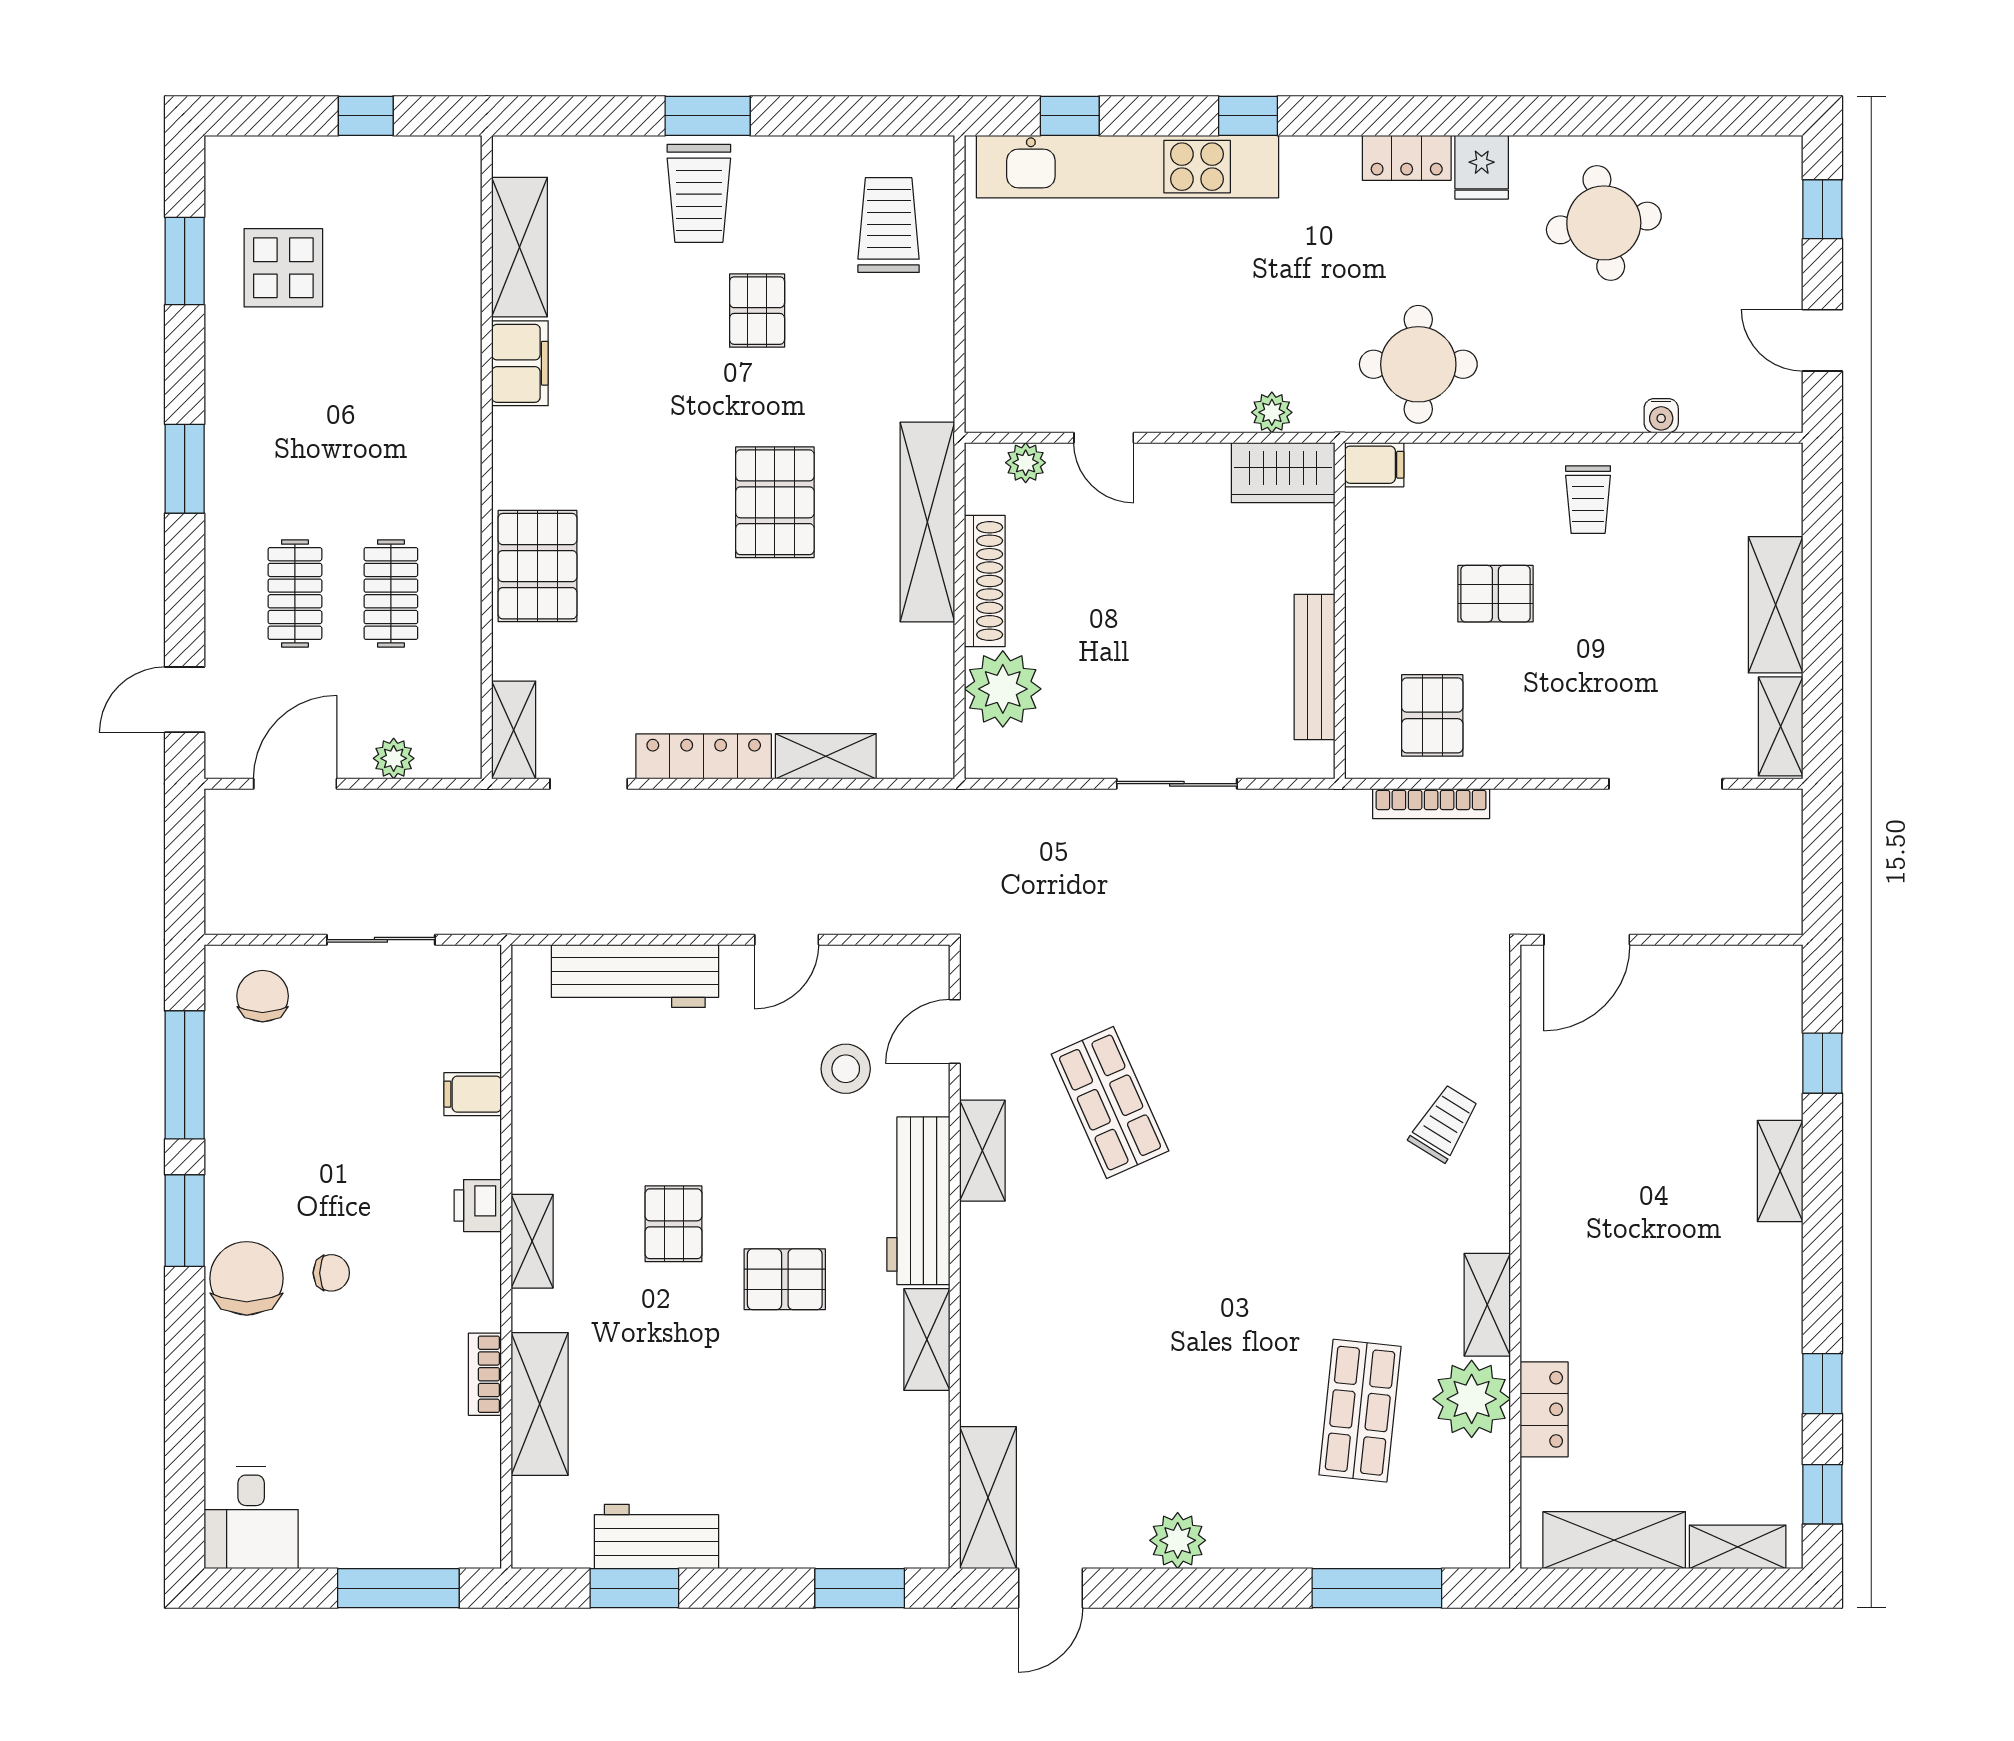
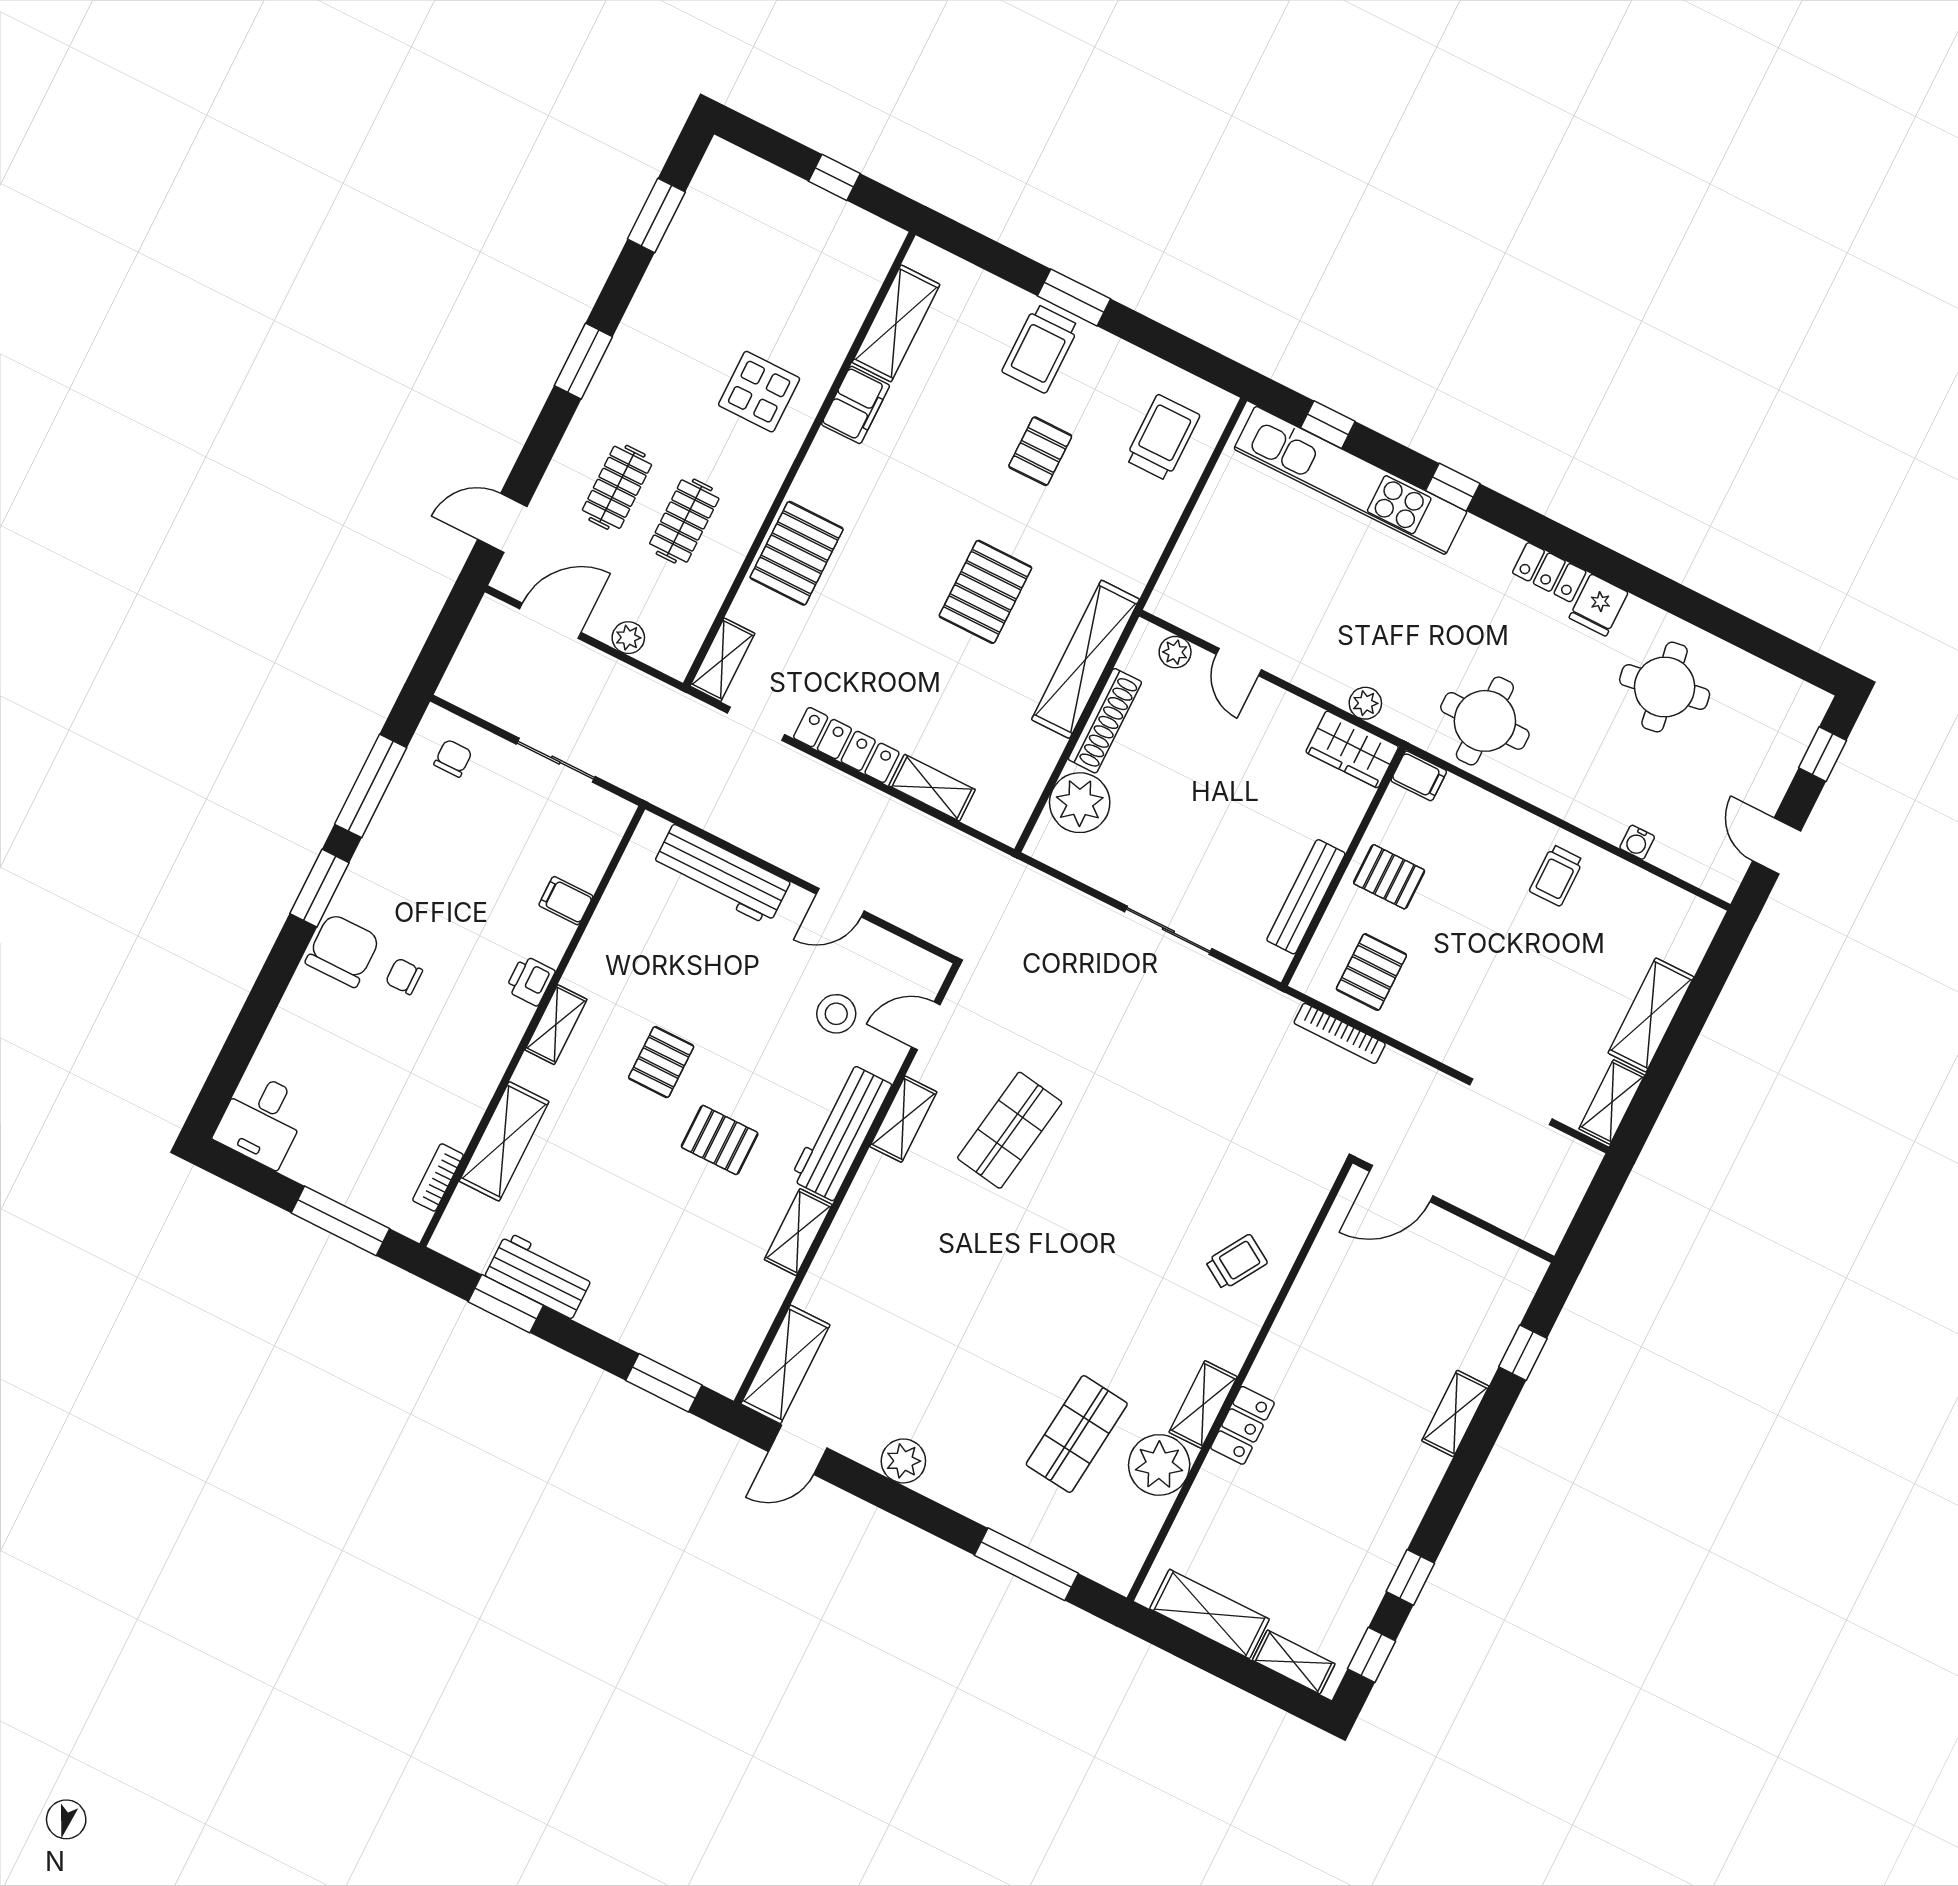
display table: (283, 268) -> (759, 392), moved
pallet: (1495, 594) -> (1389, 877), moved
chair: (263, 996) -> (453, 758), width x0.73, depth x0.73
shop shelf: (1110, 1102) -> (1010, 1130), turned 33
chair: (331, 1273) -> (404, 976), turned 180
bookcase: (485, 1374) -> (438, 1177), moved
locker: (1544, 1409) -> (1242, 1425), moved

